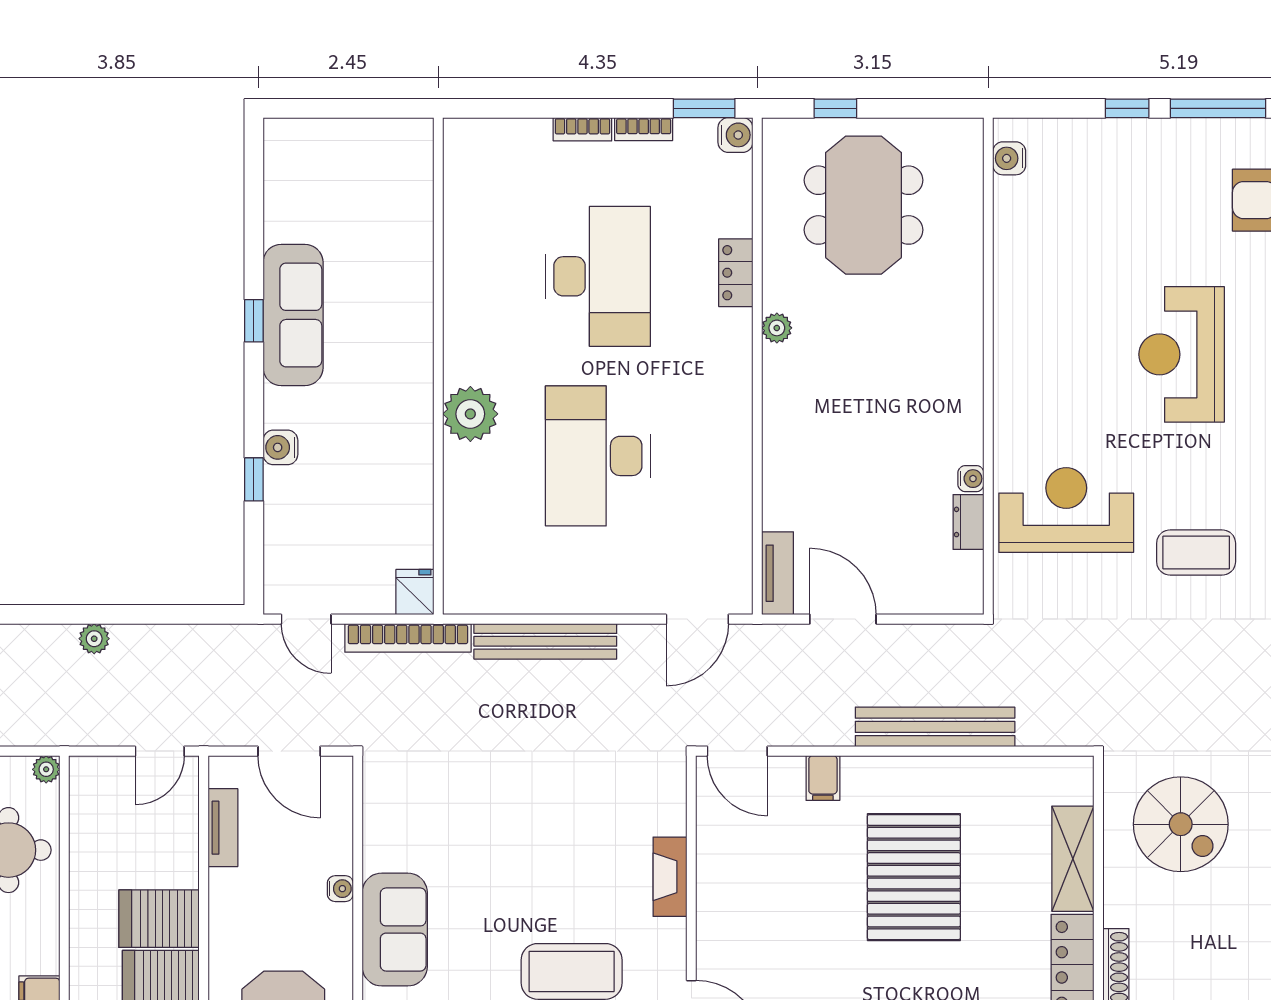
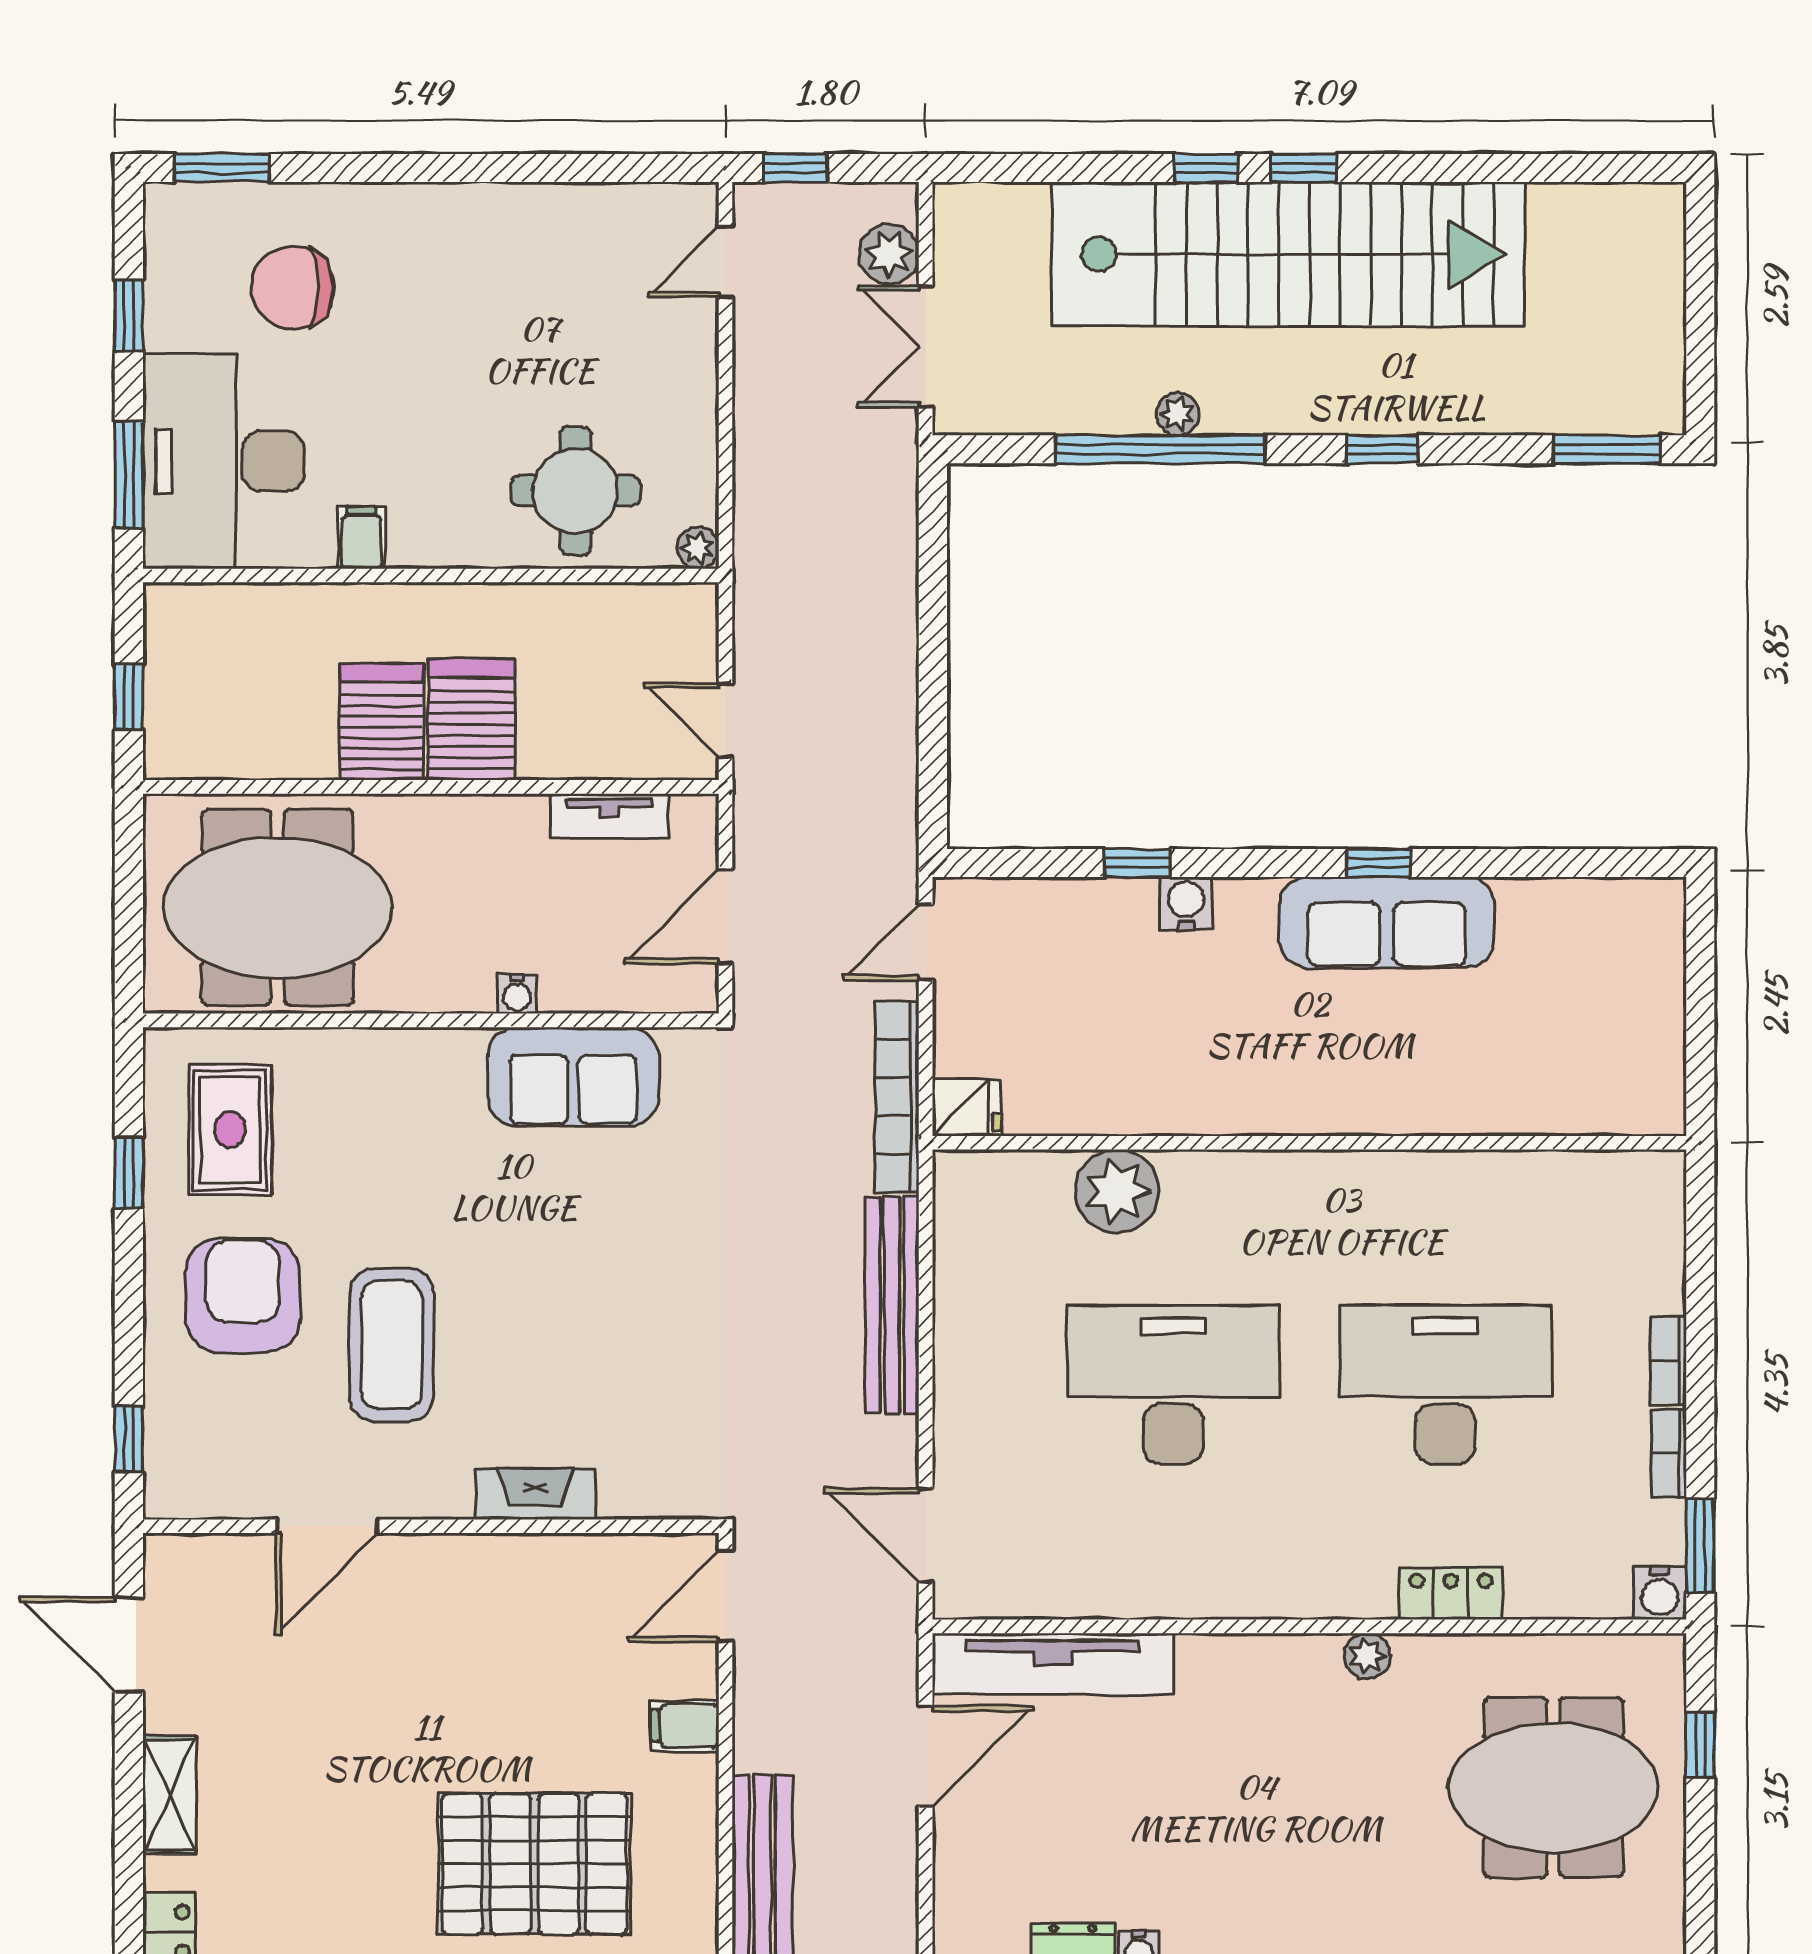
desk: (598, 276) -> (1445, 1385), turned 180
plant: (470, 414) -> (1117, 1191), moved
tv unit: (778, 573) -> (1053, 1664), width x1.92, depth x1.29
plant: (94, 639) -> (896, 621), removed
sofa: (395, 930) -> (573, 1077), moved

